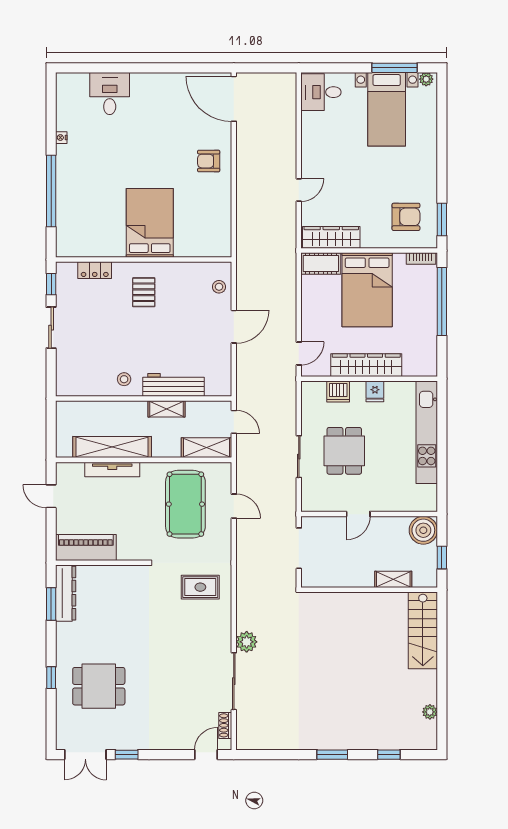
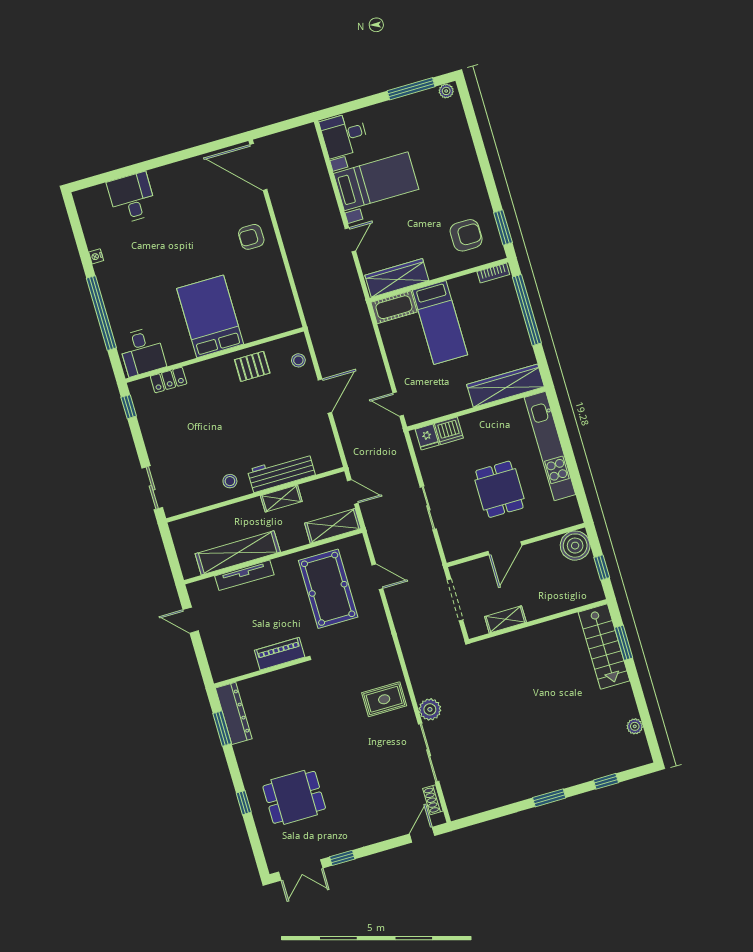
bed with nightstands: (387, 109) -> (376, 181), moved, turned -90
desk: (78, 237) -> (142, 352), added
bed: (367, 290) -> (440, 323), width x0.67
pallet: (144, 292) -> (252, 366), moved, turned 90
sliding door: (51, 328) -> (152, 488), moved
door: (299, 353) -> (398, 404), swing flipped
wardrobe: (366, 365) -> (505, 386), moved
fridge: (375, 391) -> (427, 437), moved
dining table: (344, 451) -> (499, 489), moved
door: (358, 514) -> (505, 548), width x1.38
piano: (86, 547) -> (280, 654), moved, width x0.73, depth x0.75
shelving: (393, 579) -> (505, 619), moved
rug: (200, 587) -> (384, 699), moved
window: (442, 632) -> (624, 643), added

